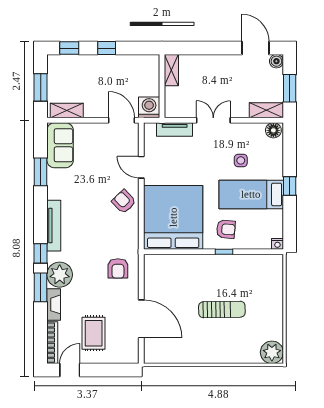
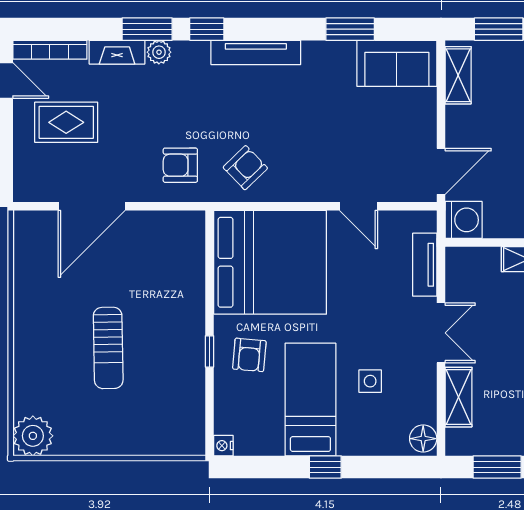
shelving: (266, 110) -> (459, 397), moved
door: (141, 167) -> (358, 206), swing flipped
armchair: (124, 202) -> (245, 168), moved
plant: (60, 275) -> (159, 52), width x0.53, depth x0.53

